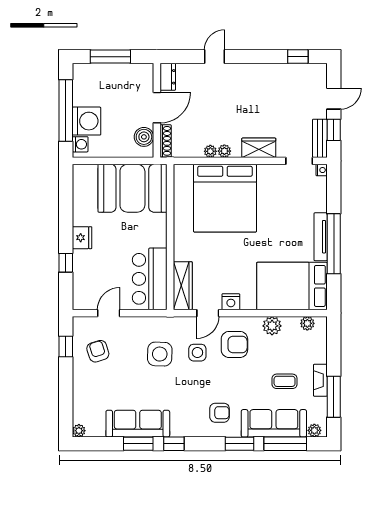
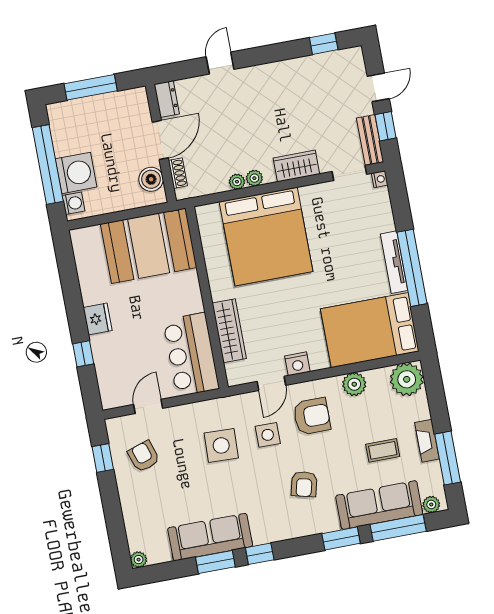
shoe rack: (166, 141) -> (178, 173), width x0.70
wardrobe: (183, 286) -> (229, 331), moved
plant: (307, 323) -> (407, 379), width x1.88, depth x1.88
armchair: (220, 413) -> (304, 484), moved, turned 104

